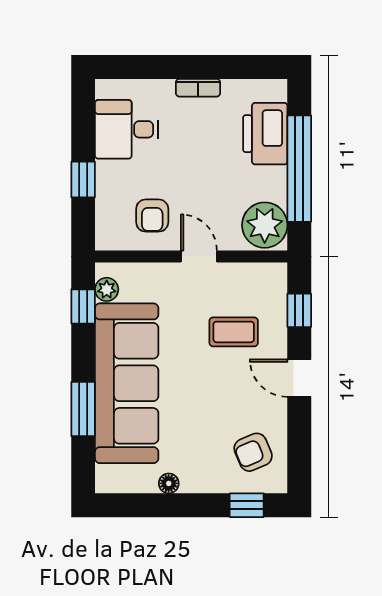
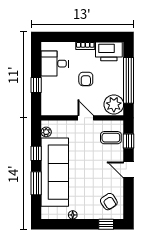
printer: (265, 134) -> (109, 51), moved, turned -90
armchair: (152, 216) -> (86, 79), moved
window: (83, 306) -> (36, 153), moved
coffee table: (234, 332) -> (111, 138), moved
armchair: (253, 452) -> (109, 202), turned -100

